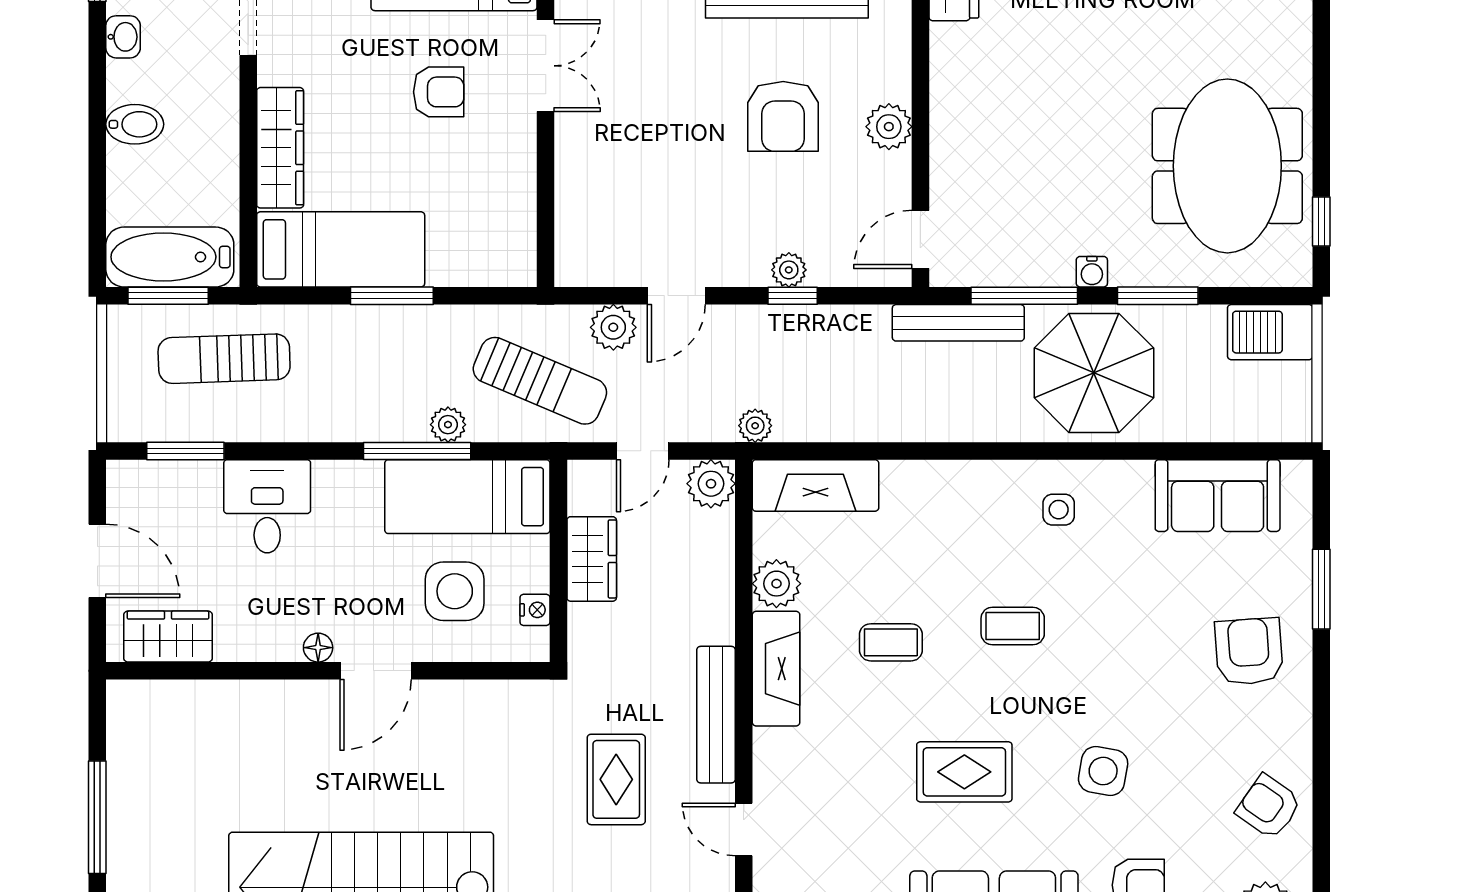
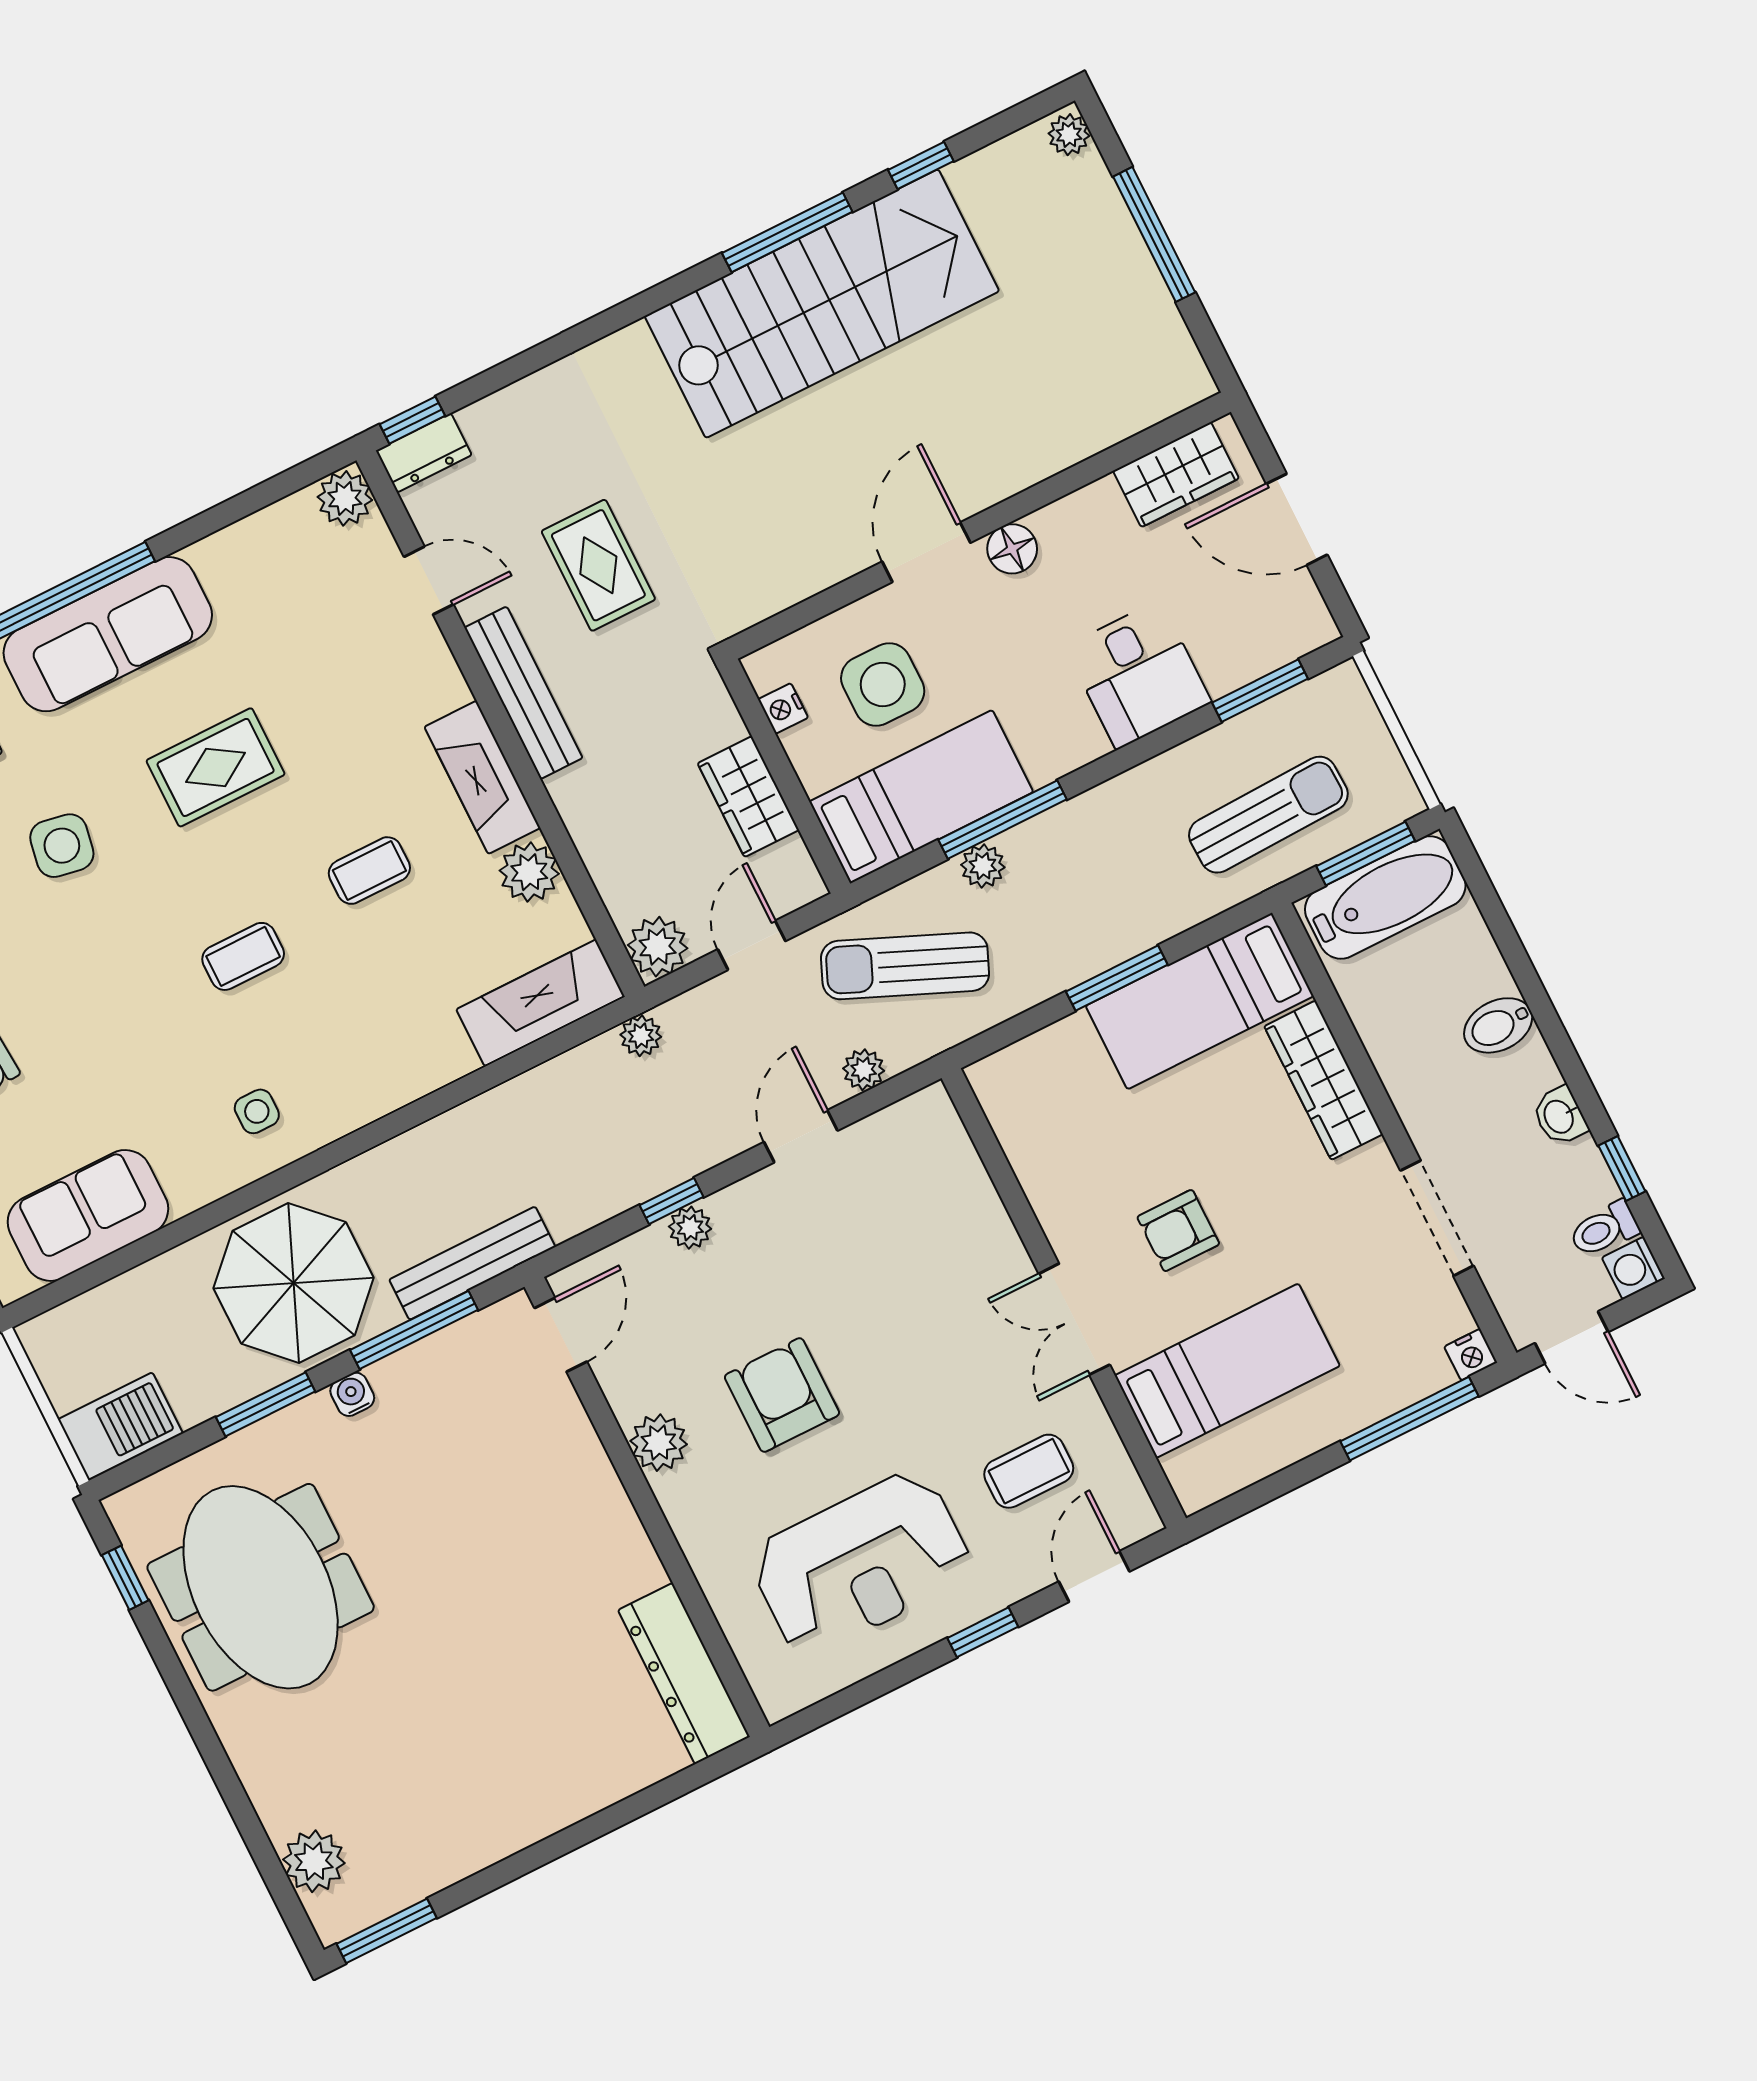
plant: (613, 327) -> (864, 1070), width x0.73, depth x0.73
floor lamp: (318, 648) -> (1012, 549), width x1.37, depth x1.37

